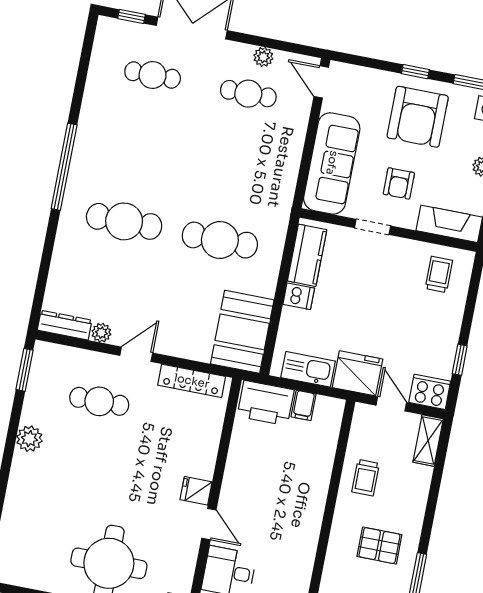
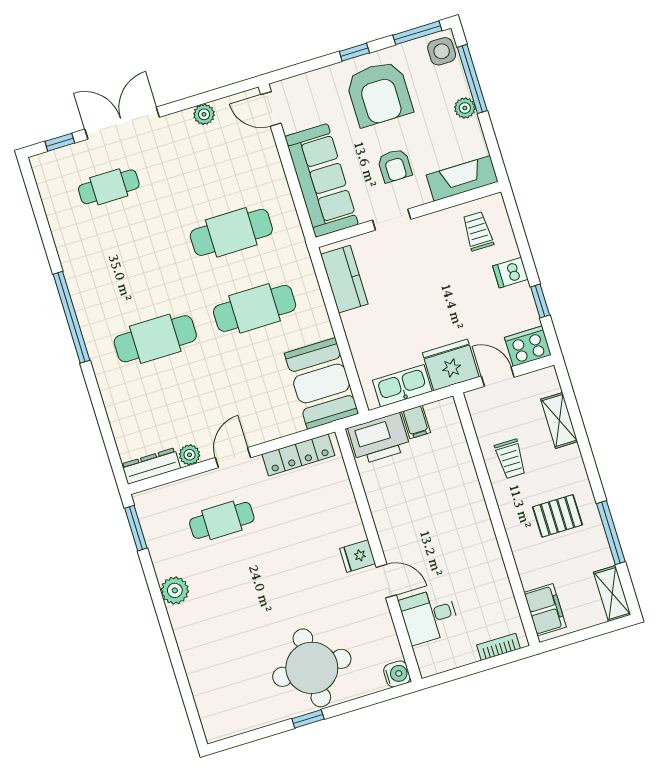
cafe table: (248, 94) -> (231, 232), moved, width x1.37, depth x1.35
dishwasher: (299, 296) -> (510, 273), moved, turned 180
shelving: (428, 440) -> (559, 420), moved

